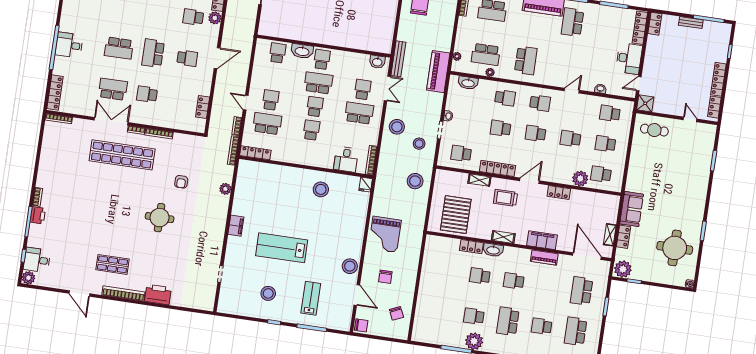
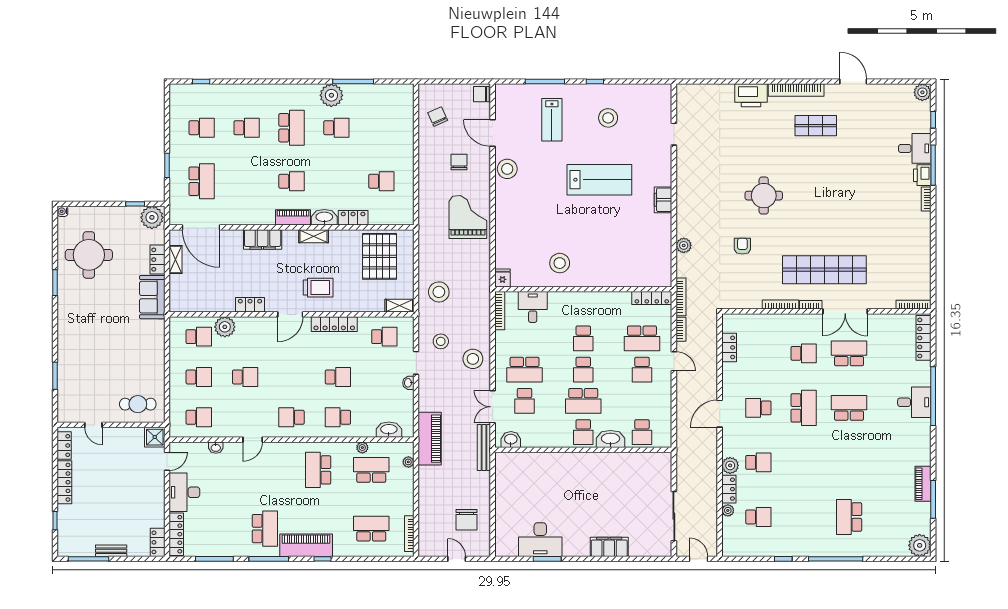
school desk: (113, 89) -> (849, 353), turned 180
school desk: (536, 133) -> (292, 377), removed
shelving: (479, 180) -> (400, 306), moved
piano: (544, 258) -> (293, 217), moved
desk: (37, 260) -> (915, 148), moved
school desk: (480, 276) -> (381, 181), moved
school desk: (576, 331) -> (202, 128), width x0.54

